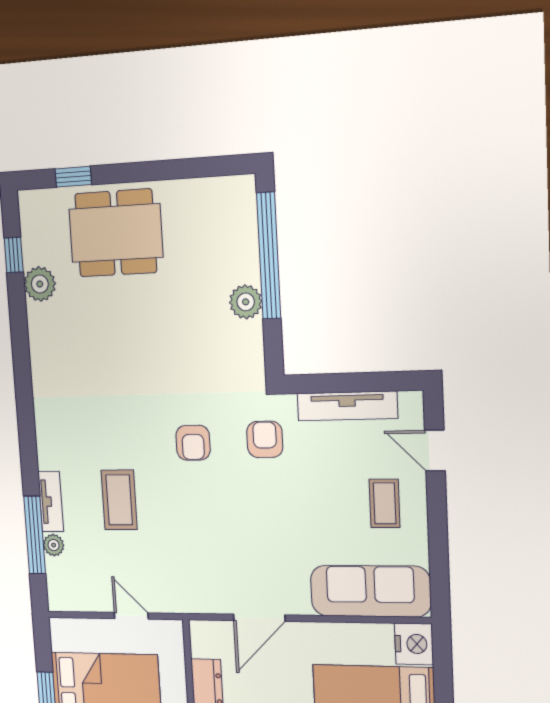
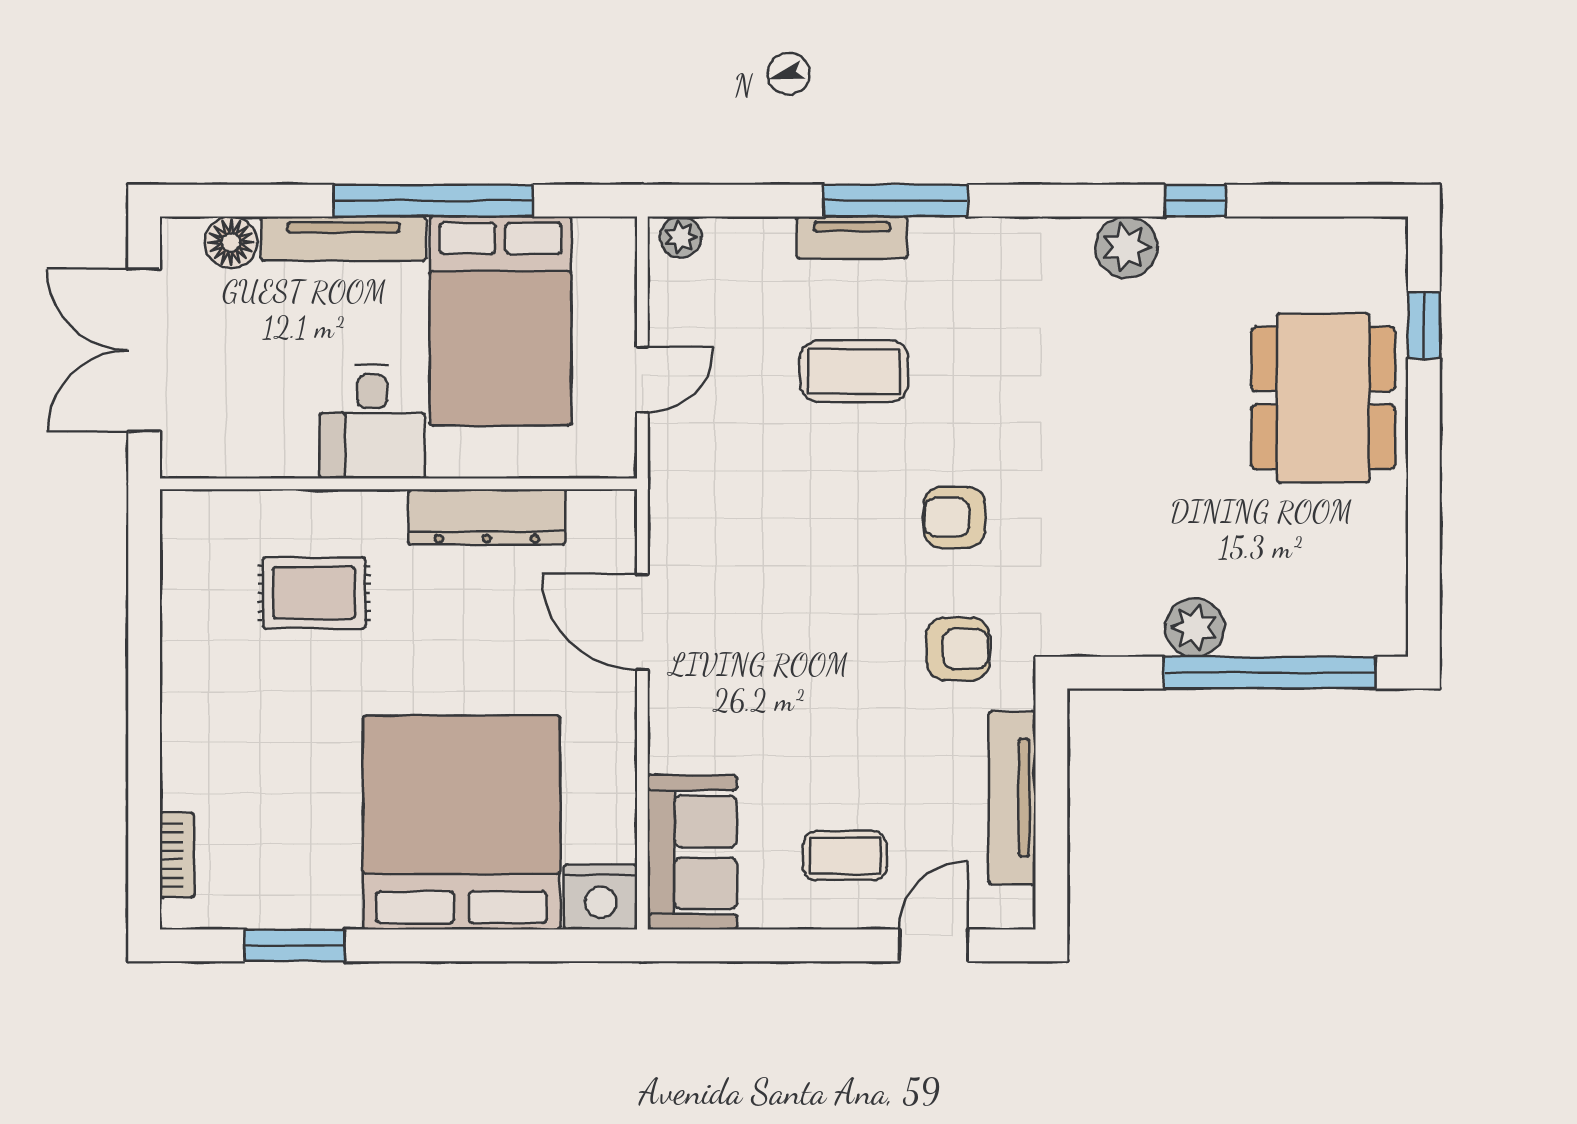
window: (14, 255) -> (1195, 201), moved
plant: (40, 284) -> (1126, 247), moved
window: (35, 535) -> (896, 201), moved
plant: (54, 545) -> (681, 237), moved
sofa: (370, 591) -> (692, 852), width x0.73

